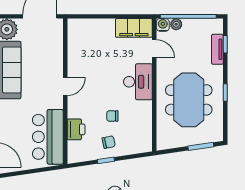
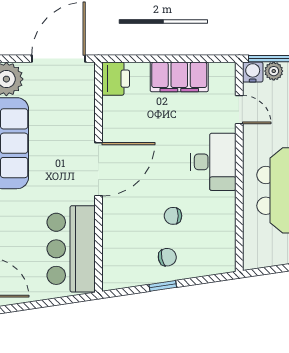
filing cabinet: (134, 28) -> (179, 77), moved
door: (65, 86) -> (98, 169), width x1.88
printer: (76, 129) -> (116, 79), moved

